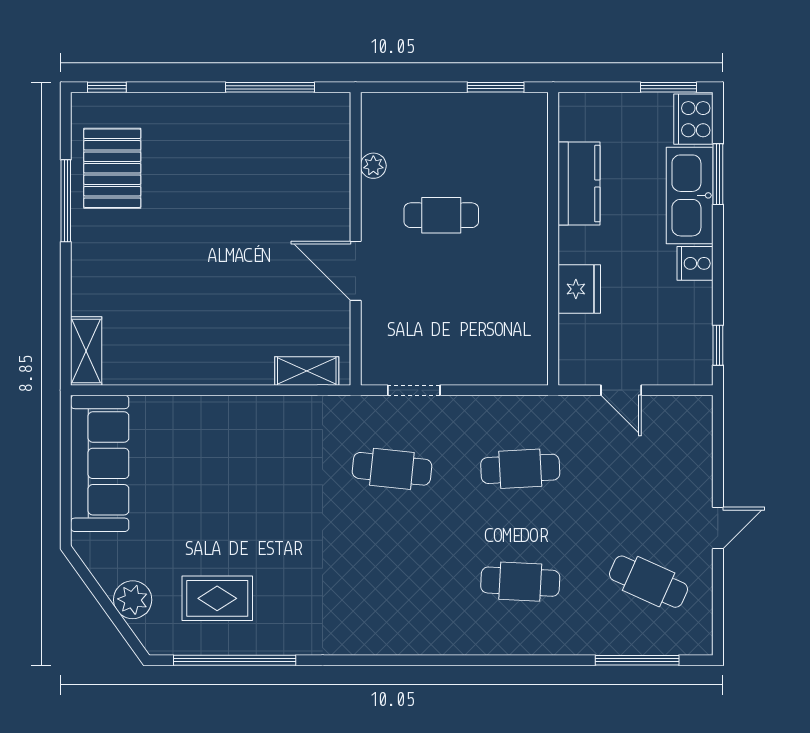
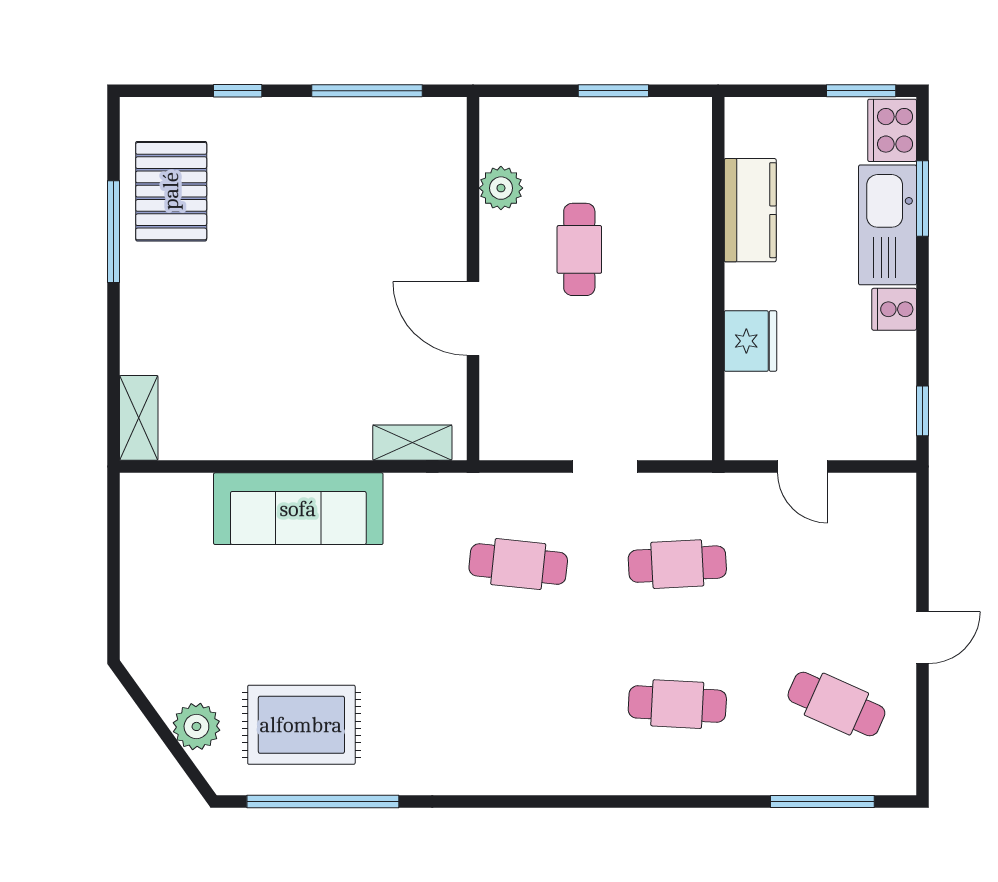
window: (107, 87) -> (238, 91), moved
window: (496, 87) -> (613, 91), moved
plant: (373, 166) -> (501, 188), width x1.38, depth x1.38
cafe table: (441, 215) -> (579, 249), turned 90
doorway: (414, 390) -> (605, 467), moved
sofa: (100, 463) -> (298, 509), moved, turned 90
rug: (217, 598) -> (301, 725), width x1.36, depth x1.43

